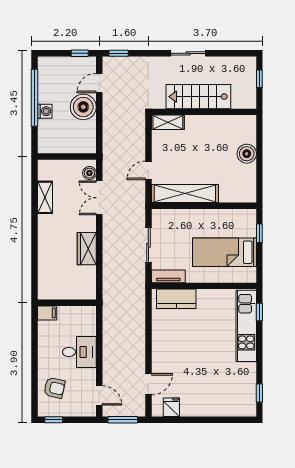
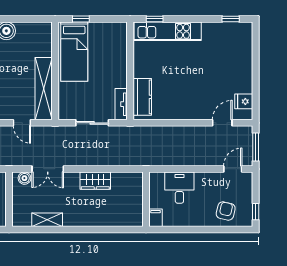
bed: (224, 252) -> (74, 52), moved
desk: (79, 352) -> (179, 188), moved
door: (148, 384) -> (222, 123), hinge flipped

